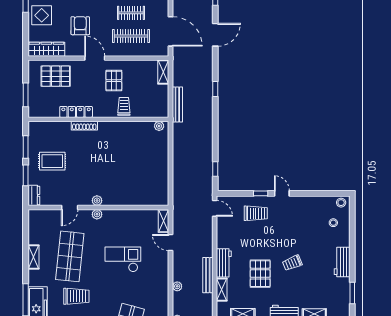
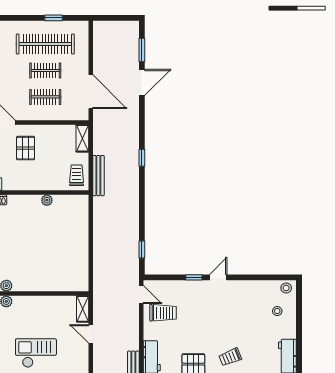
door: (215, 35) -> (142, 82), moved
clothes rail: (131, 36) -> (45, 97), width x0.73
trolley: (124, 106) -> (77, 175), moved
plant: (159, 126) -> (47, 200), moved
door: (282, 193) -> (218, 277), hinge flipped
trolley: (256, 213) -> (163, 313), moved

